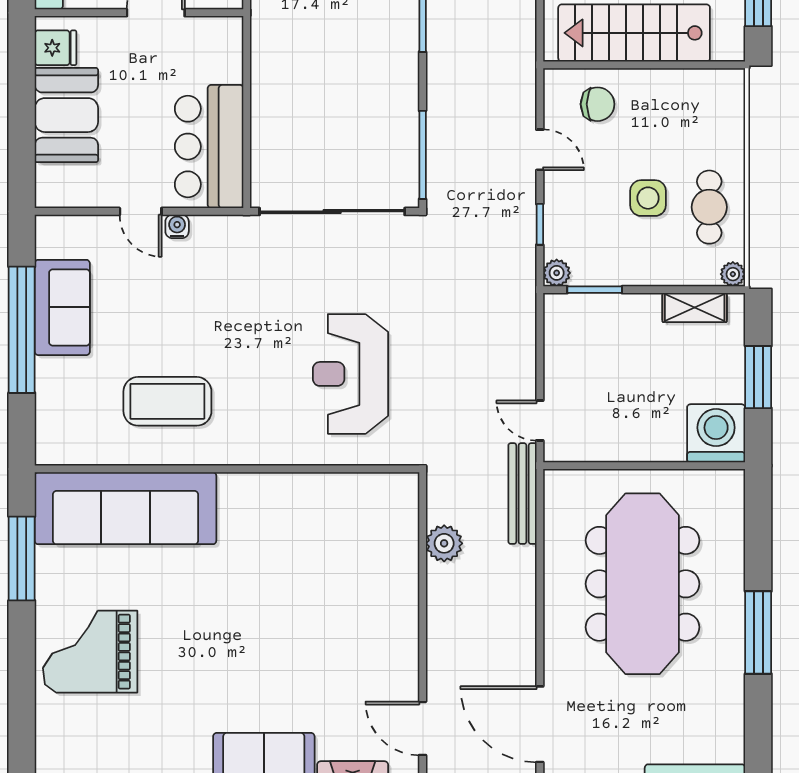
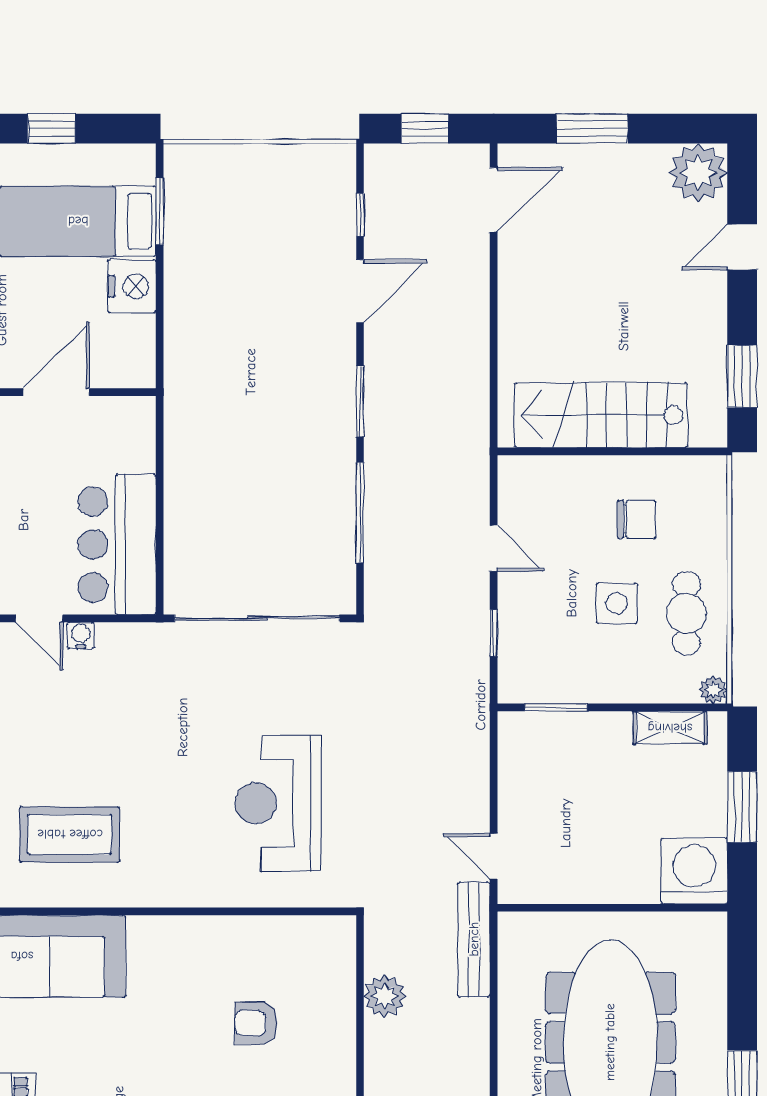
chair: (598, 104) -> (636, 519), moved
window: (423, 155) -> (360, 513), moved
plant: (557, 273) -> (513, 688), removed
armchair: (331, 567) -> (256, 1023), added

